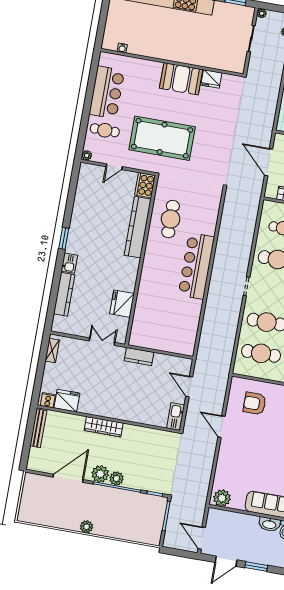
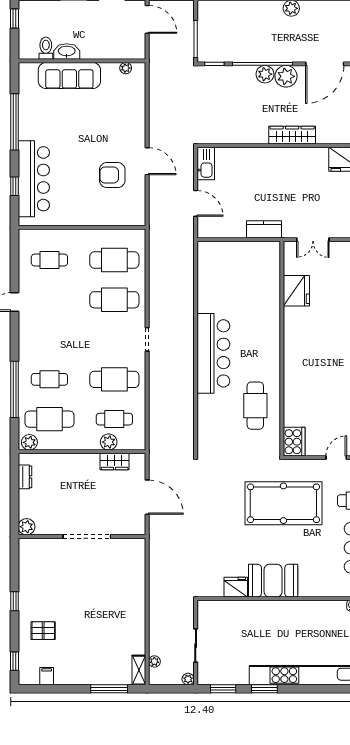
kitchen counter: (138, 227) -> (294, 388), removed
armchair: (255, 404) -> (112, 175), moved, turned 180
plant: (222, 498) -> (126, 68), width x0.53, depth x0.53

